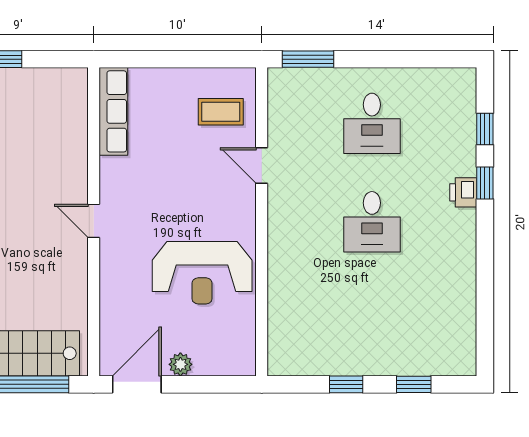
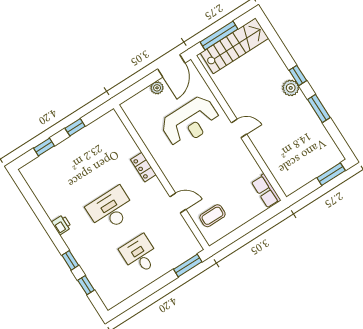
row of seats: (113, 111) -> (266, 191), width x0.68
printer: (463, 192) -> (62, 225), moved
desk: (372, 222) -> (111, 209), width x1.37
locker: (280, 255) -> (143, 167), added
reception desk: (202, 273) -> (190, 122), moved, turned 180

